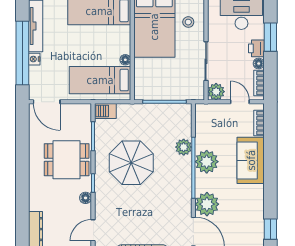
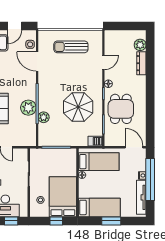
plant: (216, 92) -> (22, 154), removed
dining table: (67, 160) -> (121, 109), turned 90
plant: (207, 204) -> (28, 80), removed

